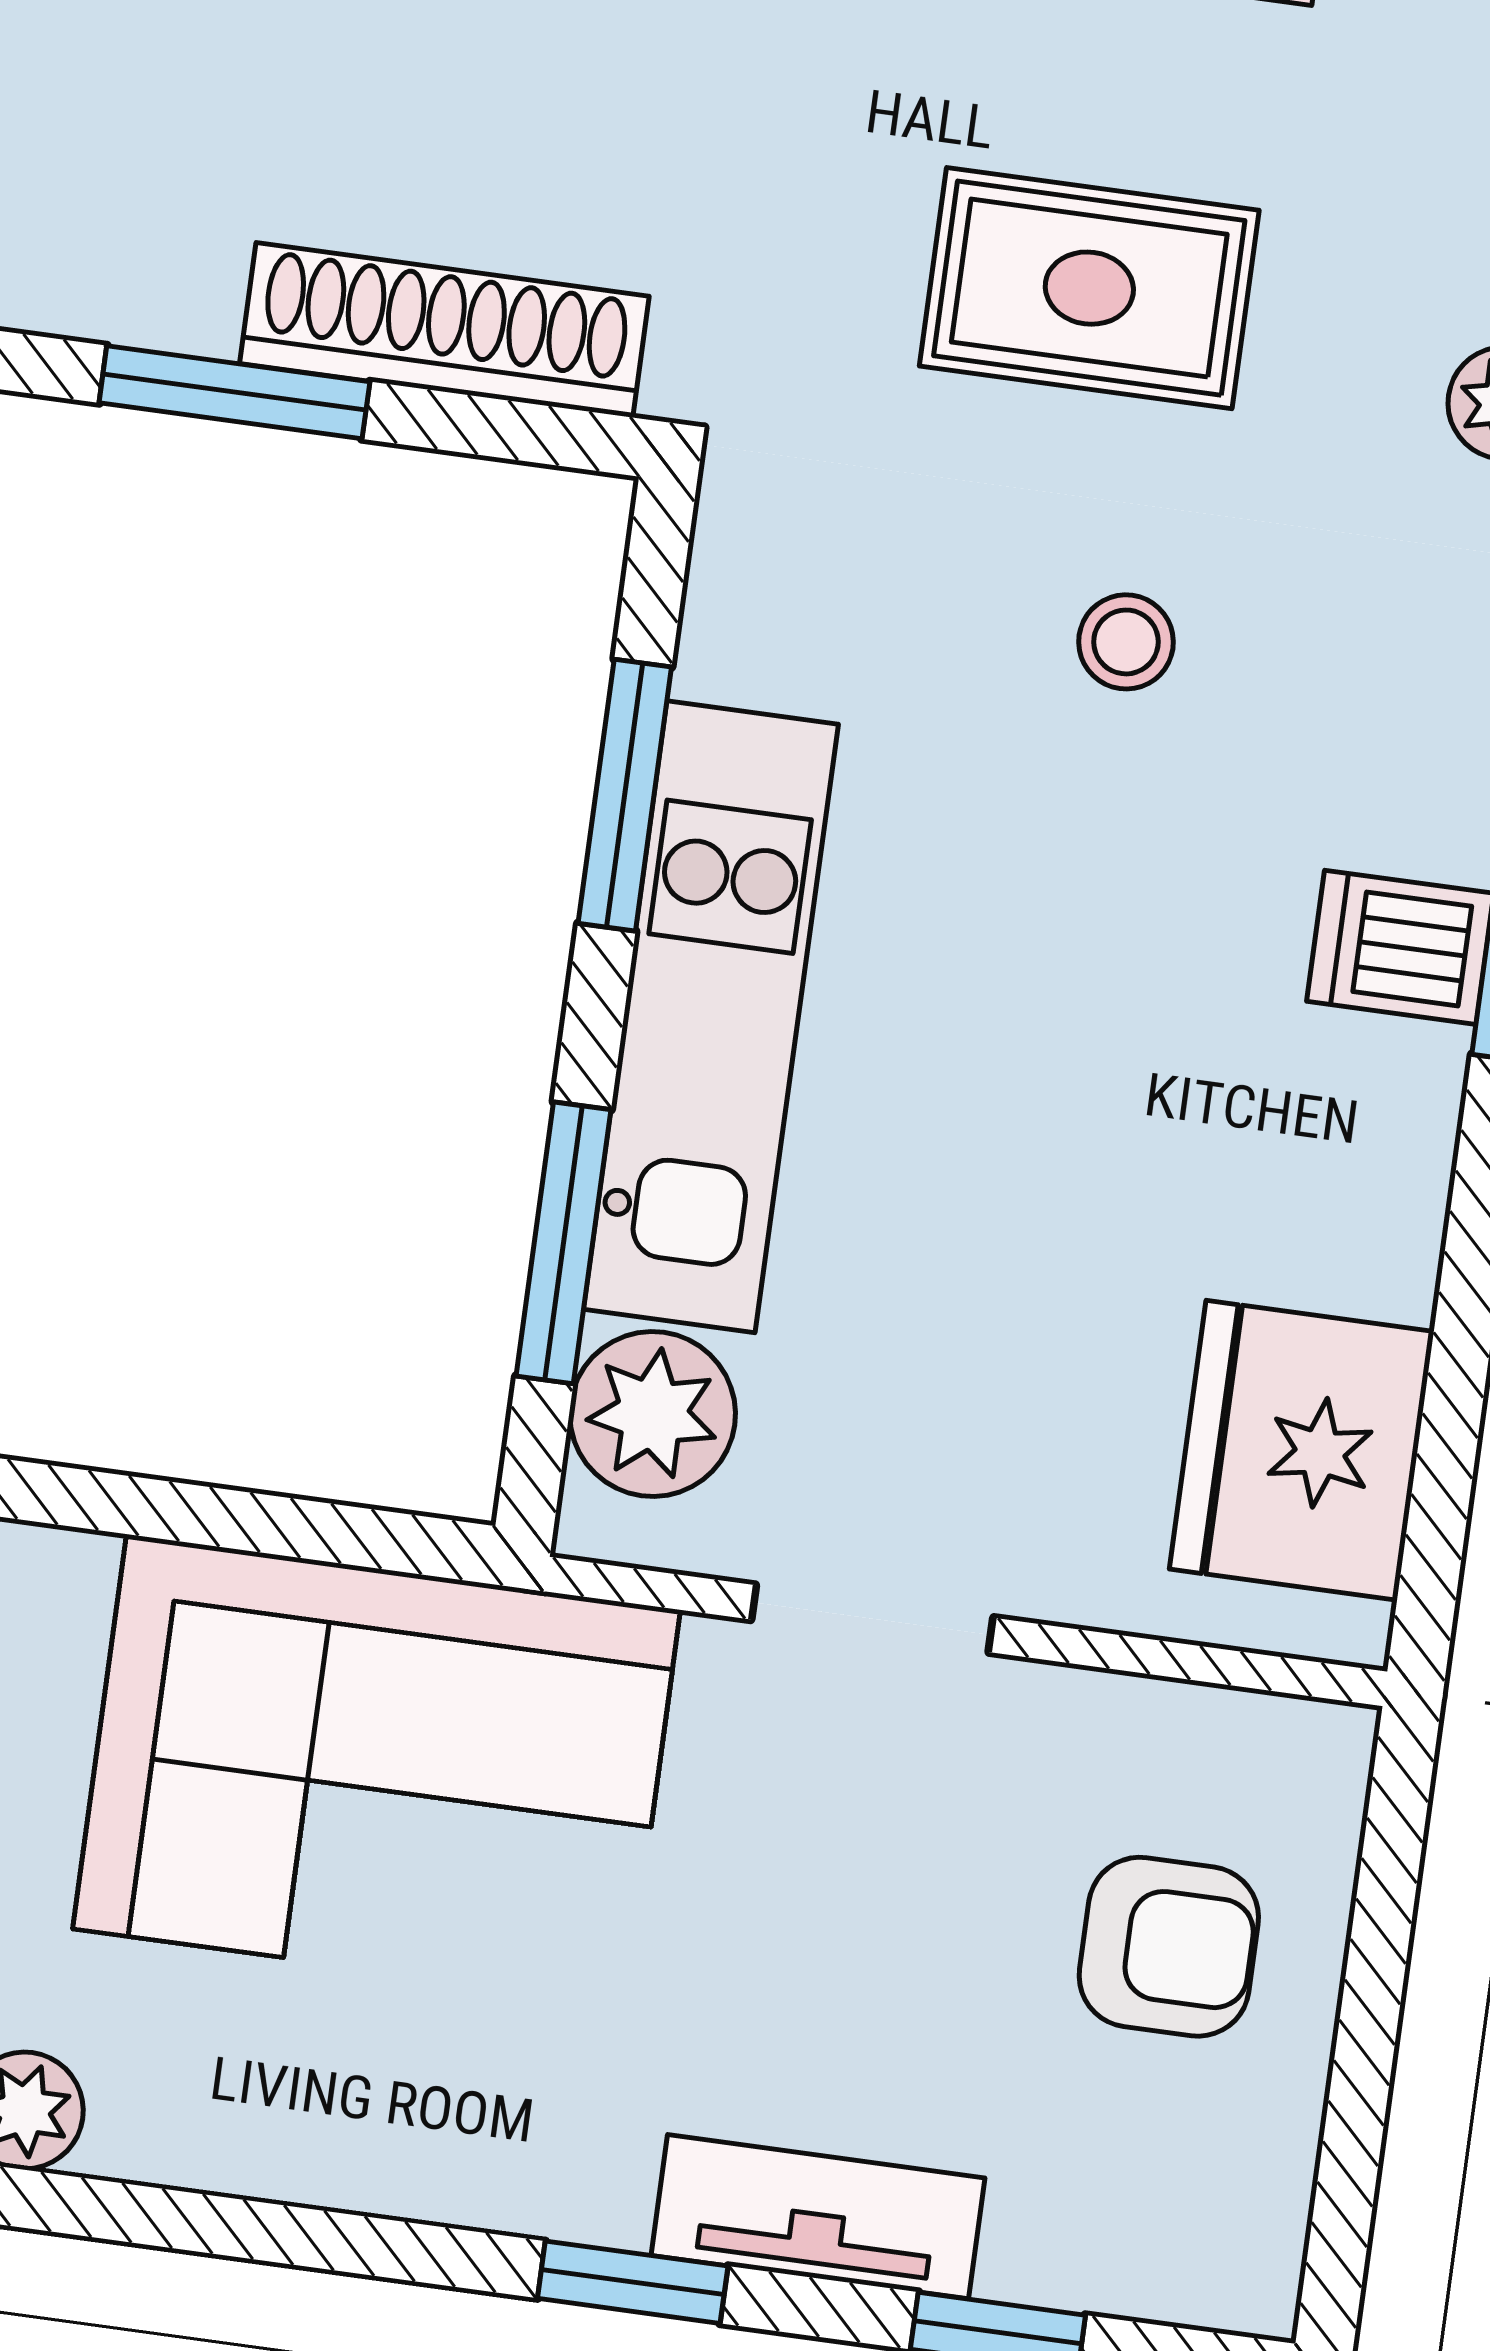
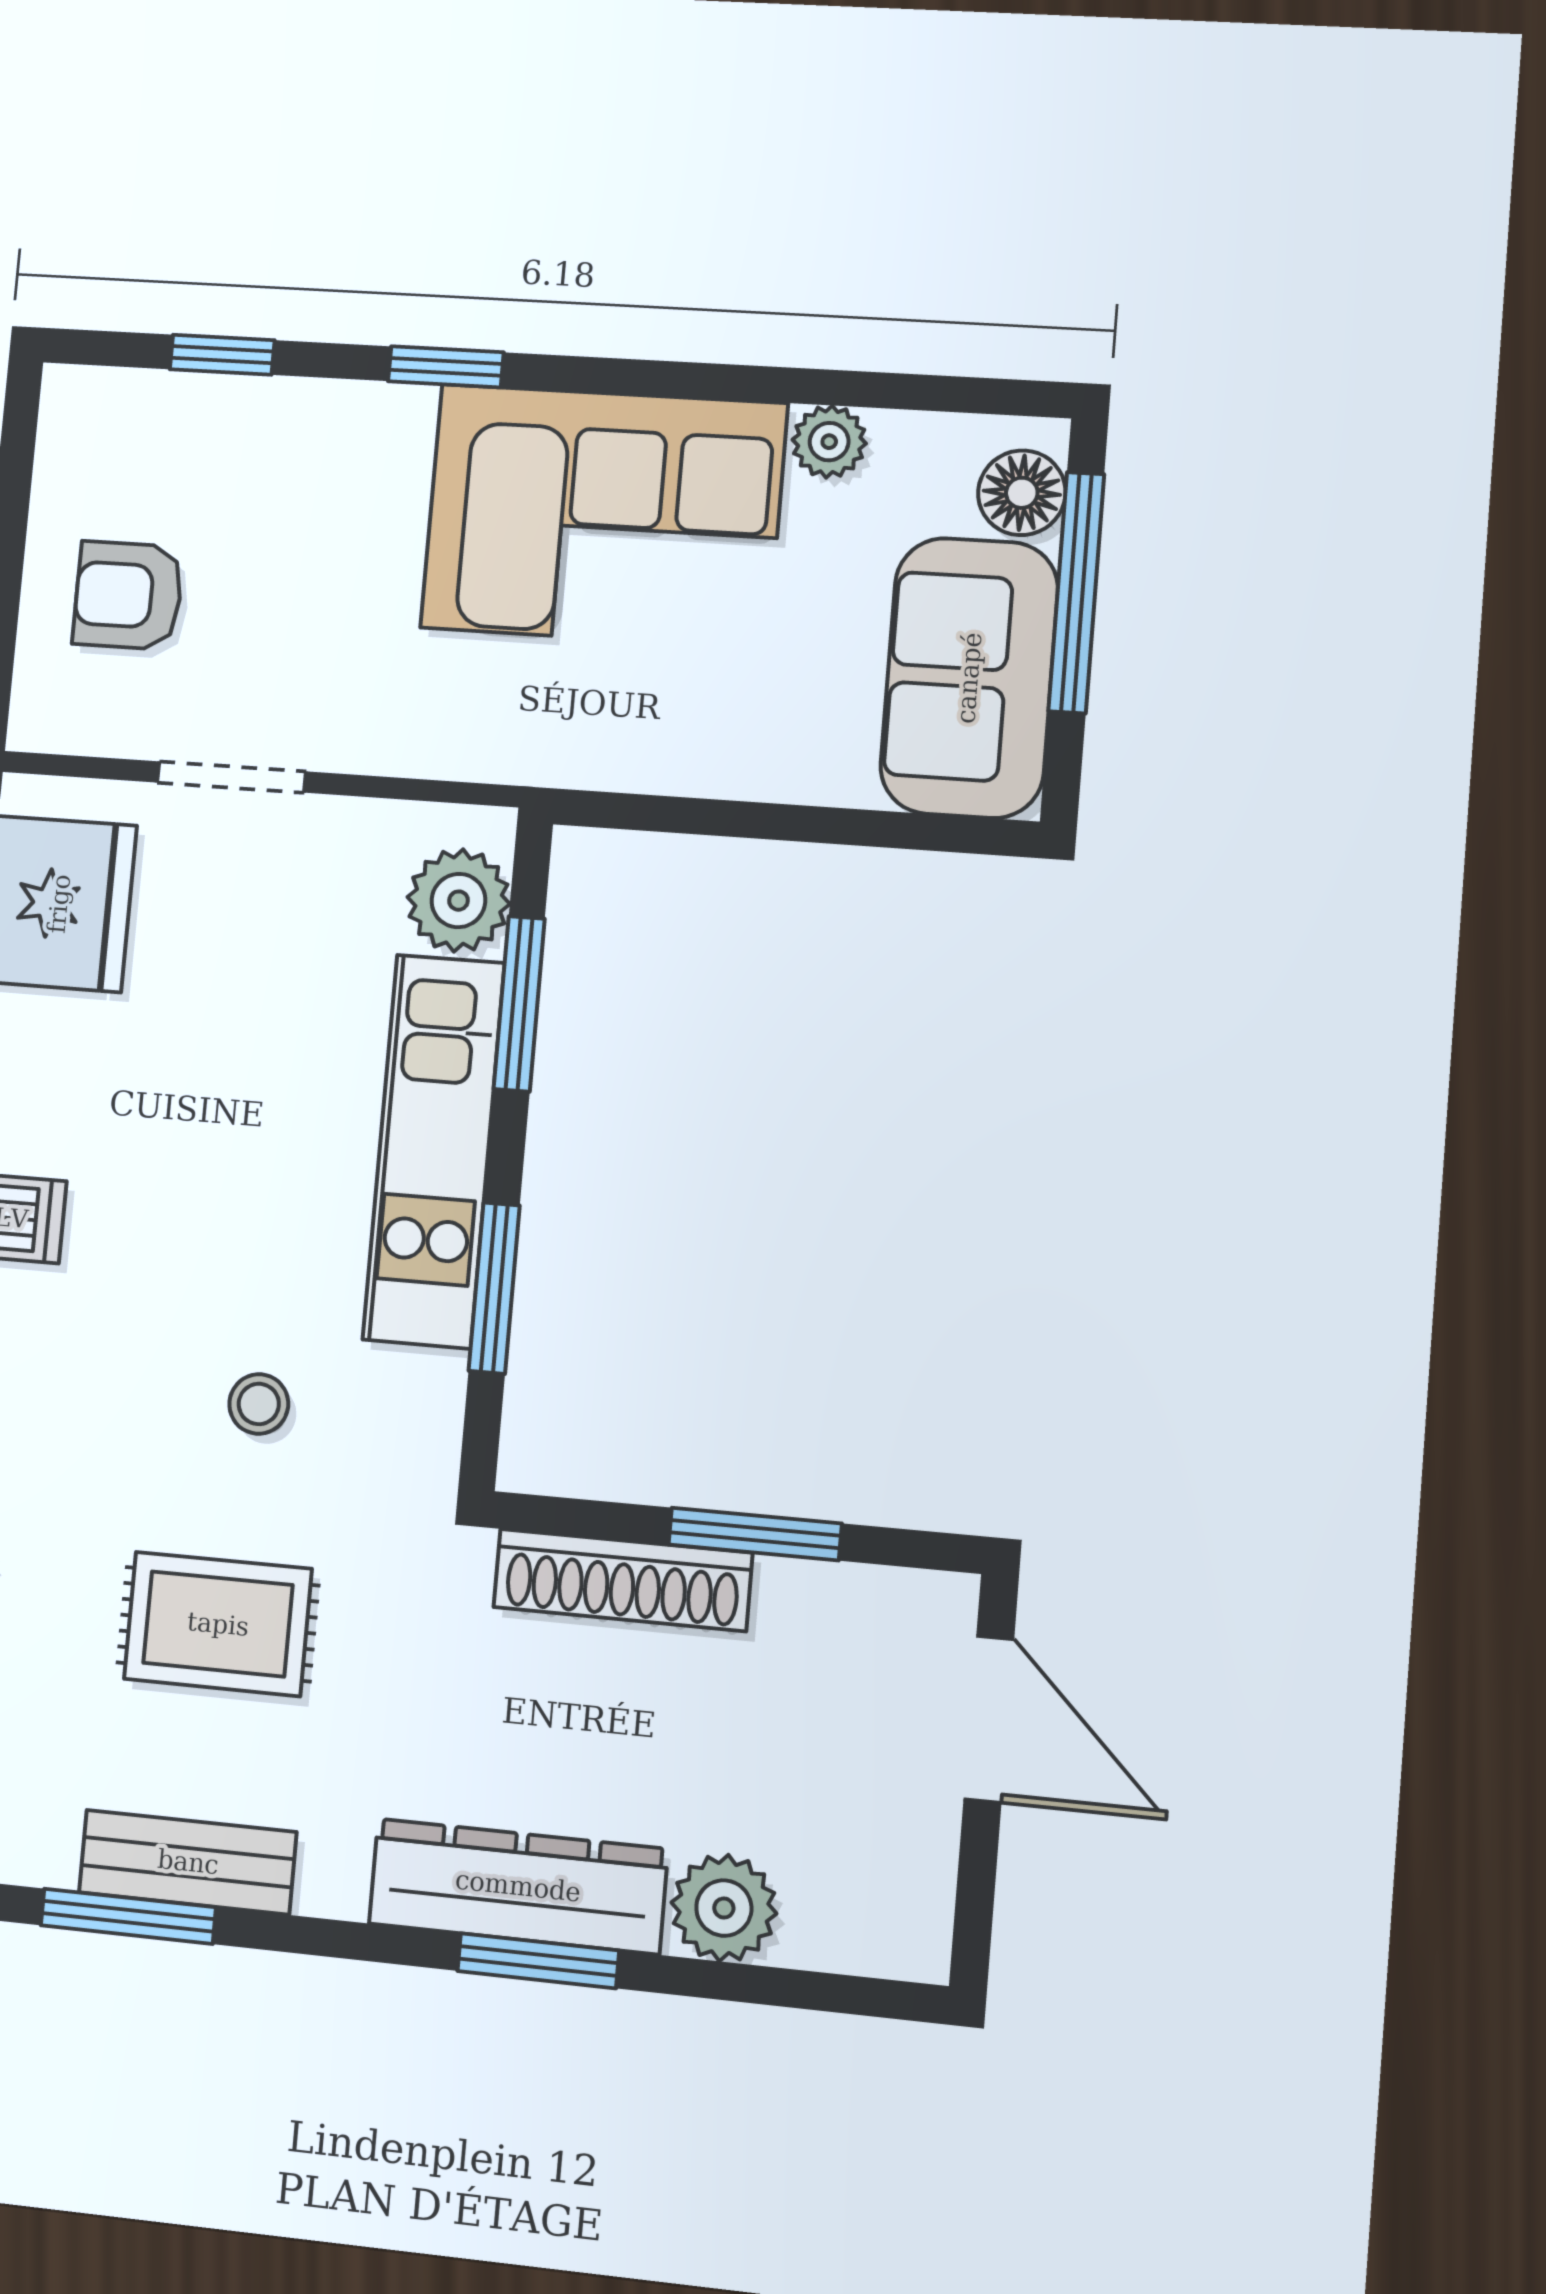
stool: (1126, 642) -> (259, 1404), moved
doorway: (872, 1619) -> (231, 777), moved
corner sofa: (377, 1769) -> (604, 516), moved, turned 180
tv unit: (818, 2217) -> (334, 416), removed

